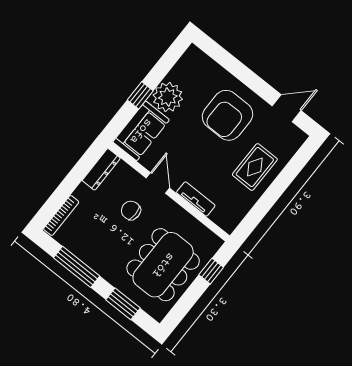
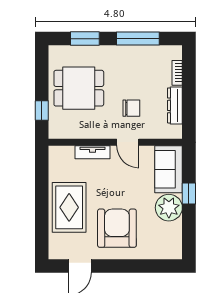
rug: (255, 167) -> (69, 207), width x1.36, depth x1.43
dresser: (101, 169) -> (175, 105), moved
bookcase: (61, 215) -> (177, 73), width x0.64
dining table: (163, 265) -> (79, 88), width x0.73

